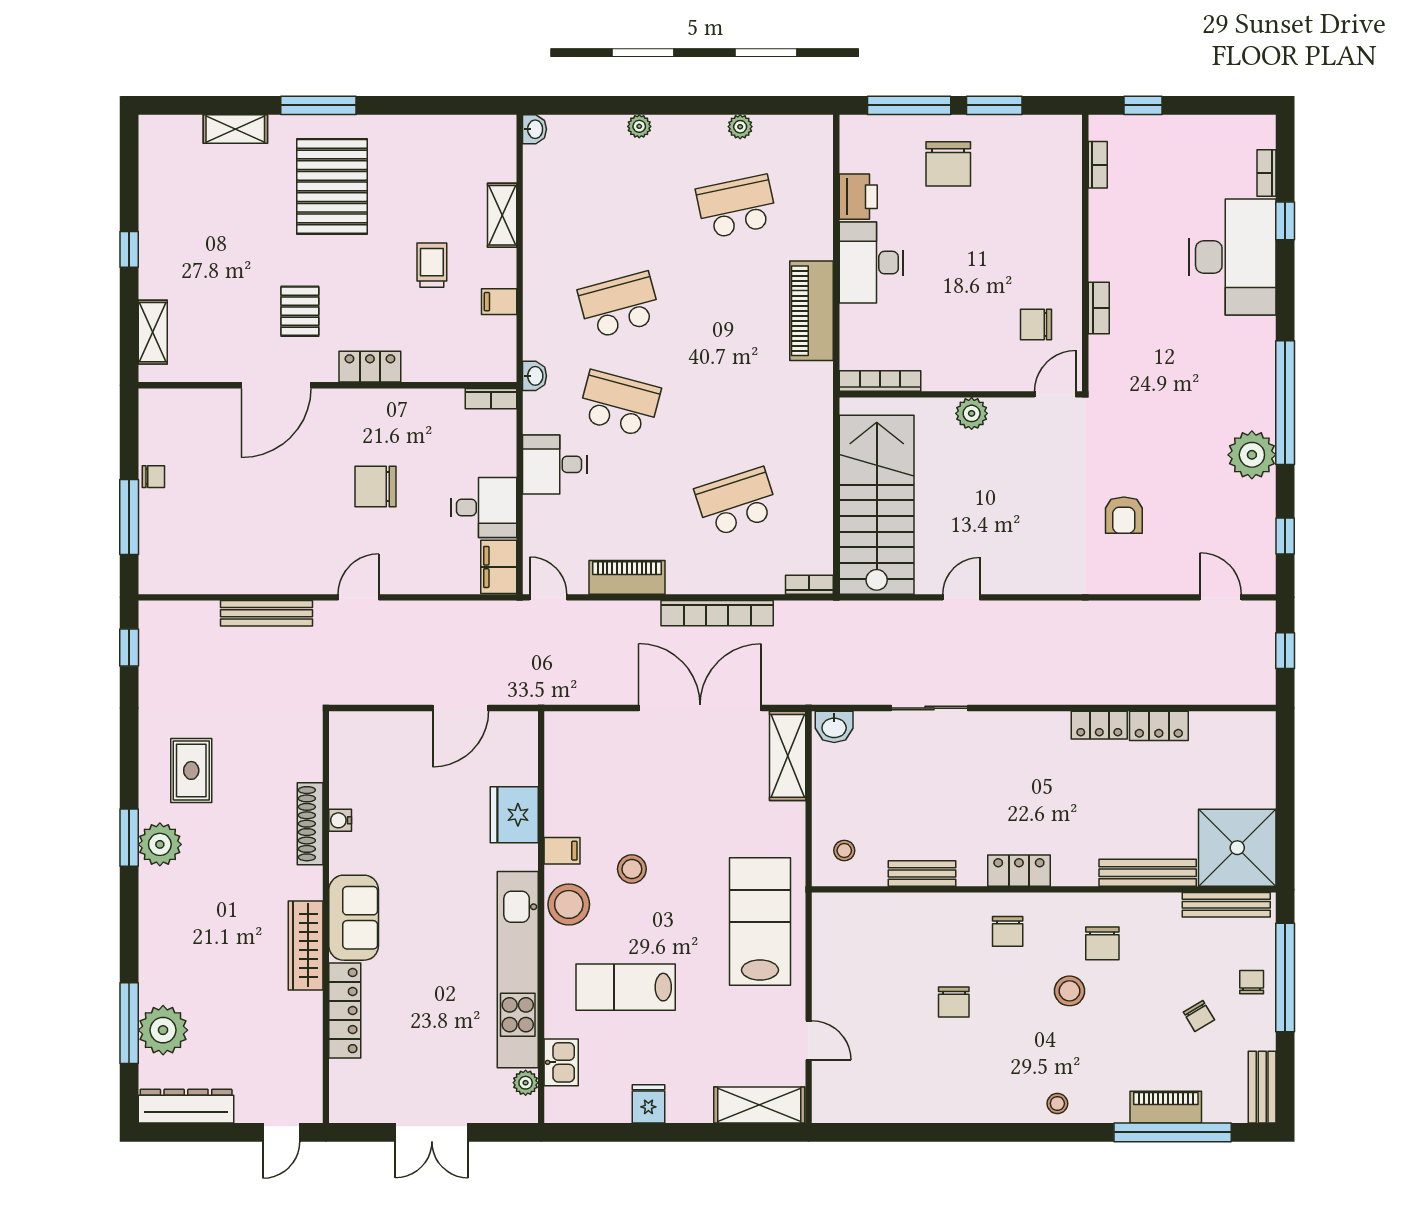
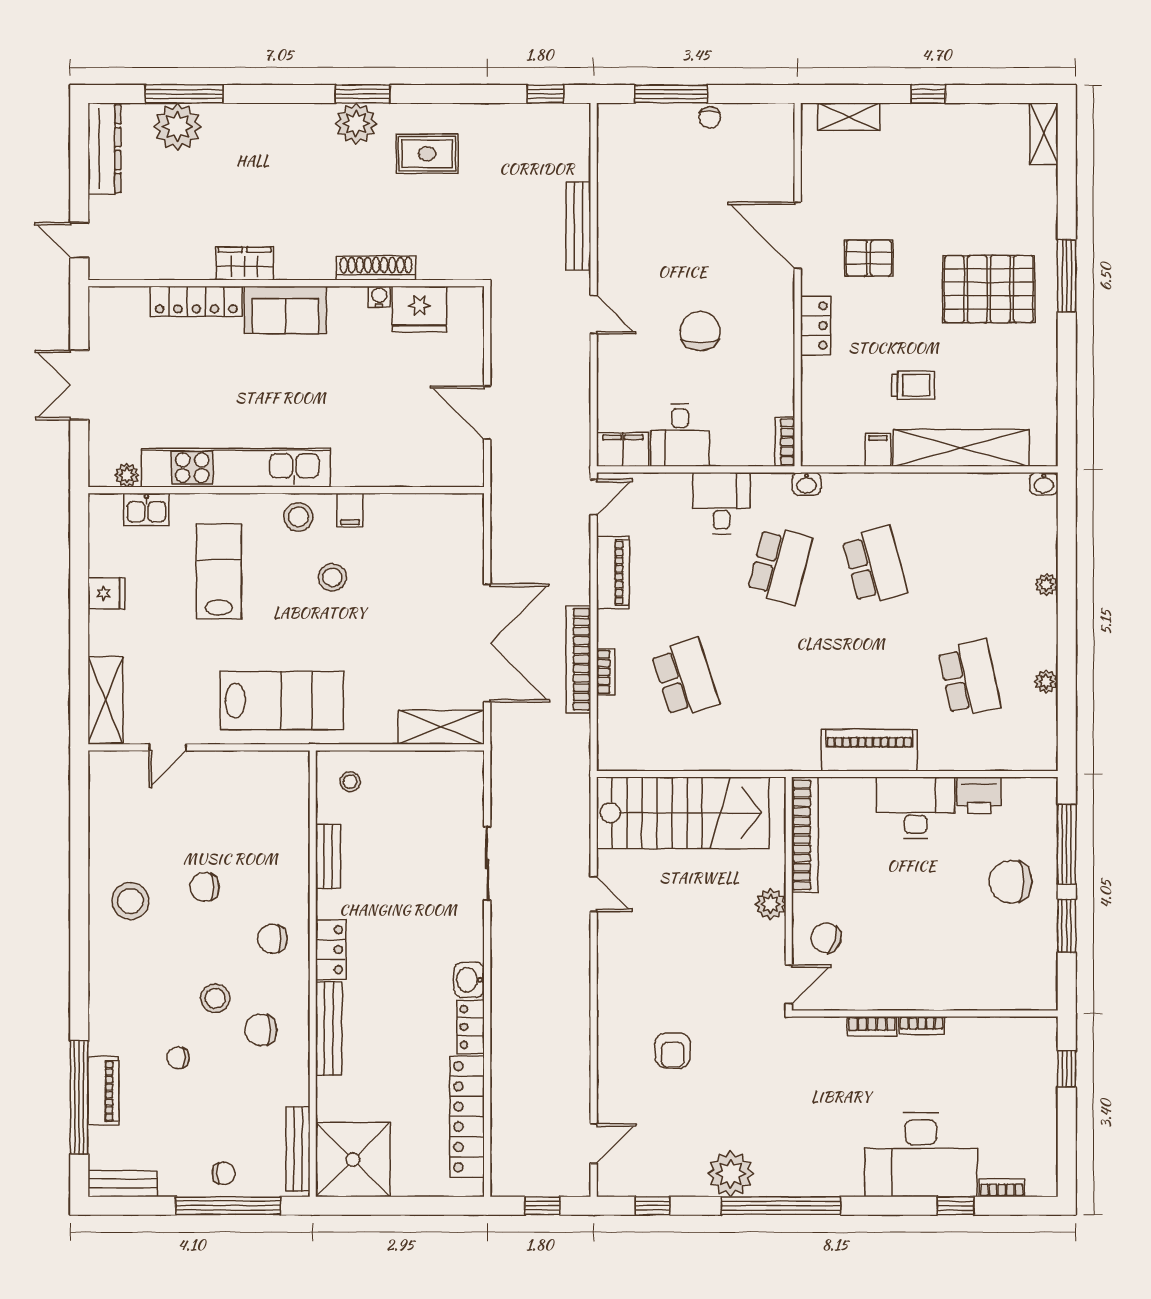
shelving: (235, 129) -> (1044, 134), moved
bookcase: (1098, 165) -> (922, 1025), moved
shelving: (502, 215) -> (961, 448), width x2.20, depth x1.33
chair: (1036, 325) -> (826, 938), moved, turned -72
bookcase: (880, 381) -> (805, 835), width x1.48, depth x1.31
door: (1055, 394) -> (789, 984), hinge flipped
armchair: (1124, 515) -> (673, 1050), turned -90
bookcase: (809, 585) -> (606, 672), moved
locker: (1159, 726) -> (467, 1117), width x2.16, depth x1.21
washbasin: (834, 727) -> (469, 980), moved
fridge: (514, 815) -> (419, 309), moved, turned 180
bench: (1148, 873) -> (329, 1029), moved
stool: (569, 904) -> (298, 517), width x0.73, depth x0.73
wardrobe: (306, 945) -> (245, 264), width x0.67
chair: (1199, 1016) -> (178, 1058), moved, turned 31
stool: (1057, 1103) -> (130, 901), moved, width x1.89, depth x1.89

